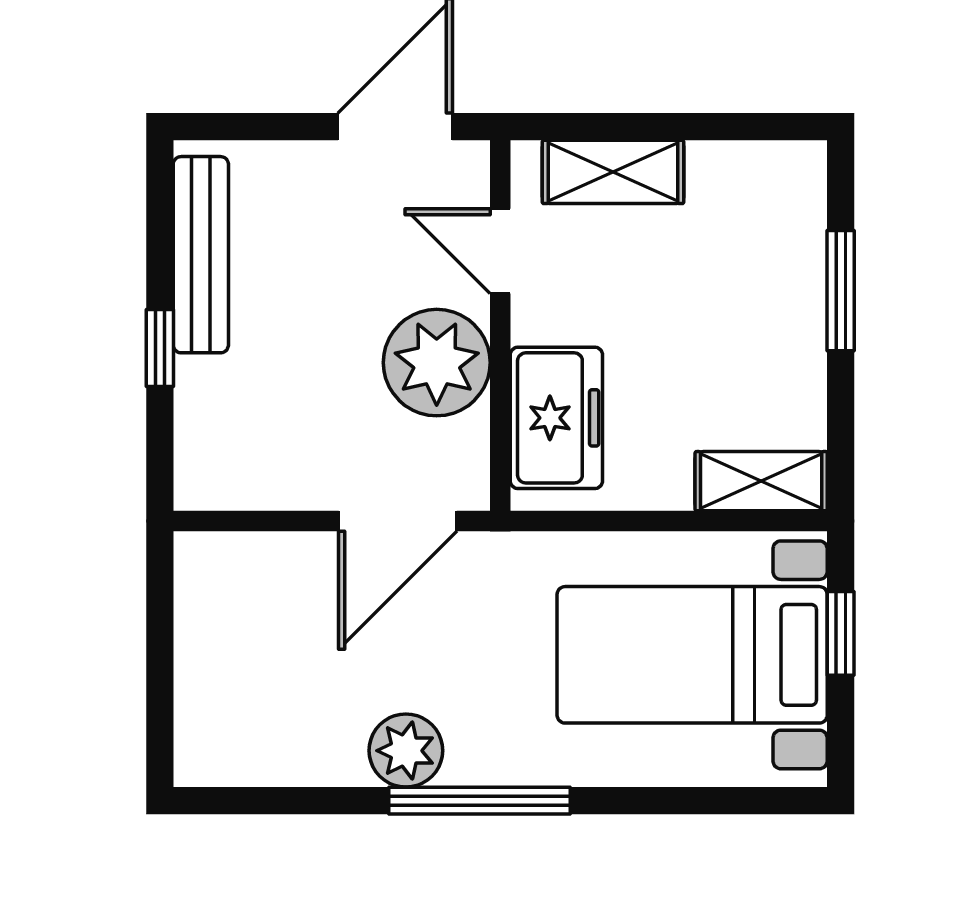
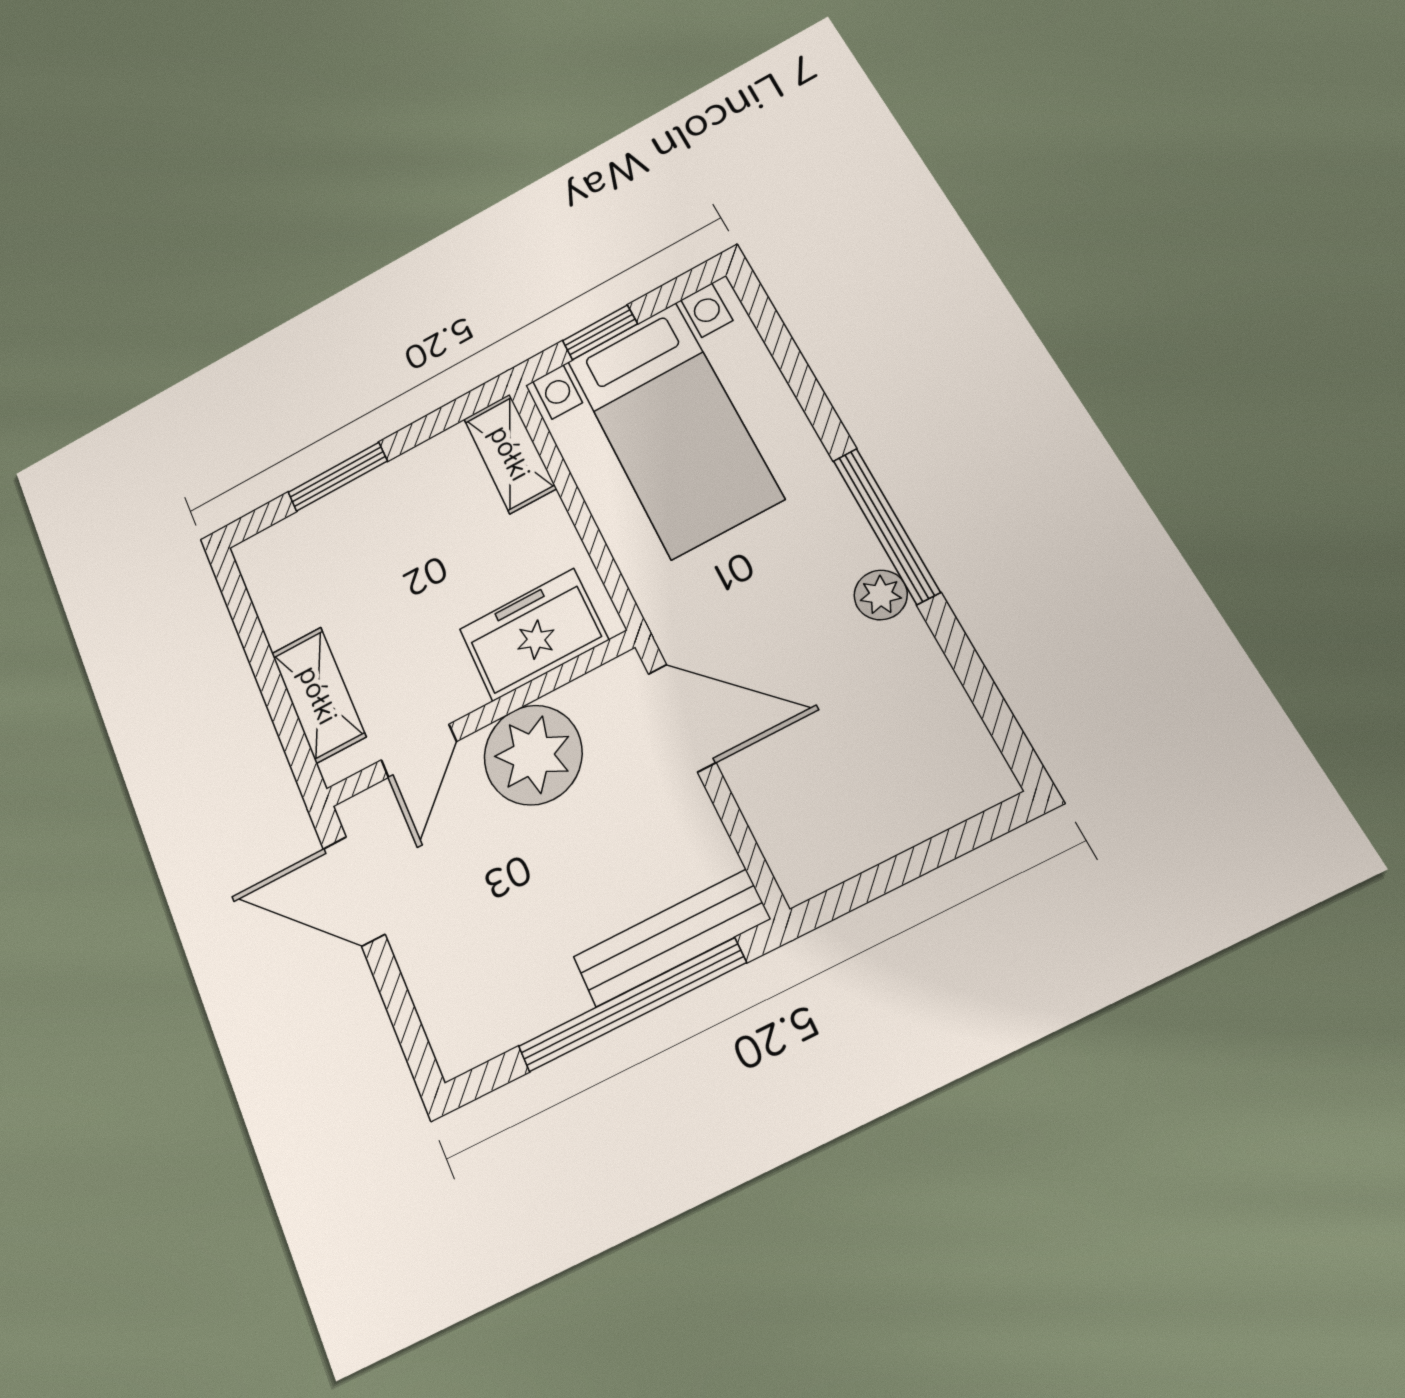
bench: (201, 255) -> (671, 938), moved
window: (160, 348) -> (632, 1005), width x3.17
plant: (406, 751) -> (881, 595), width x0.73, depth x0.73

